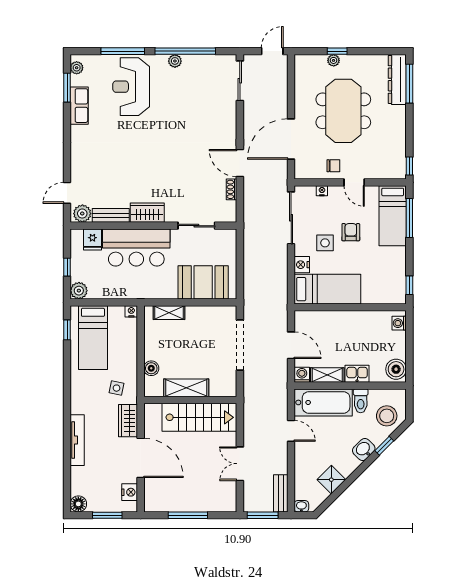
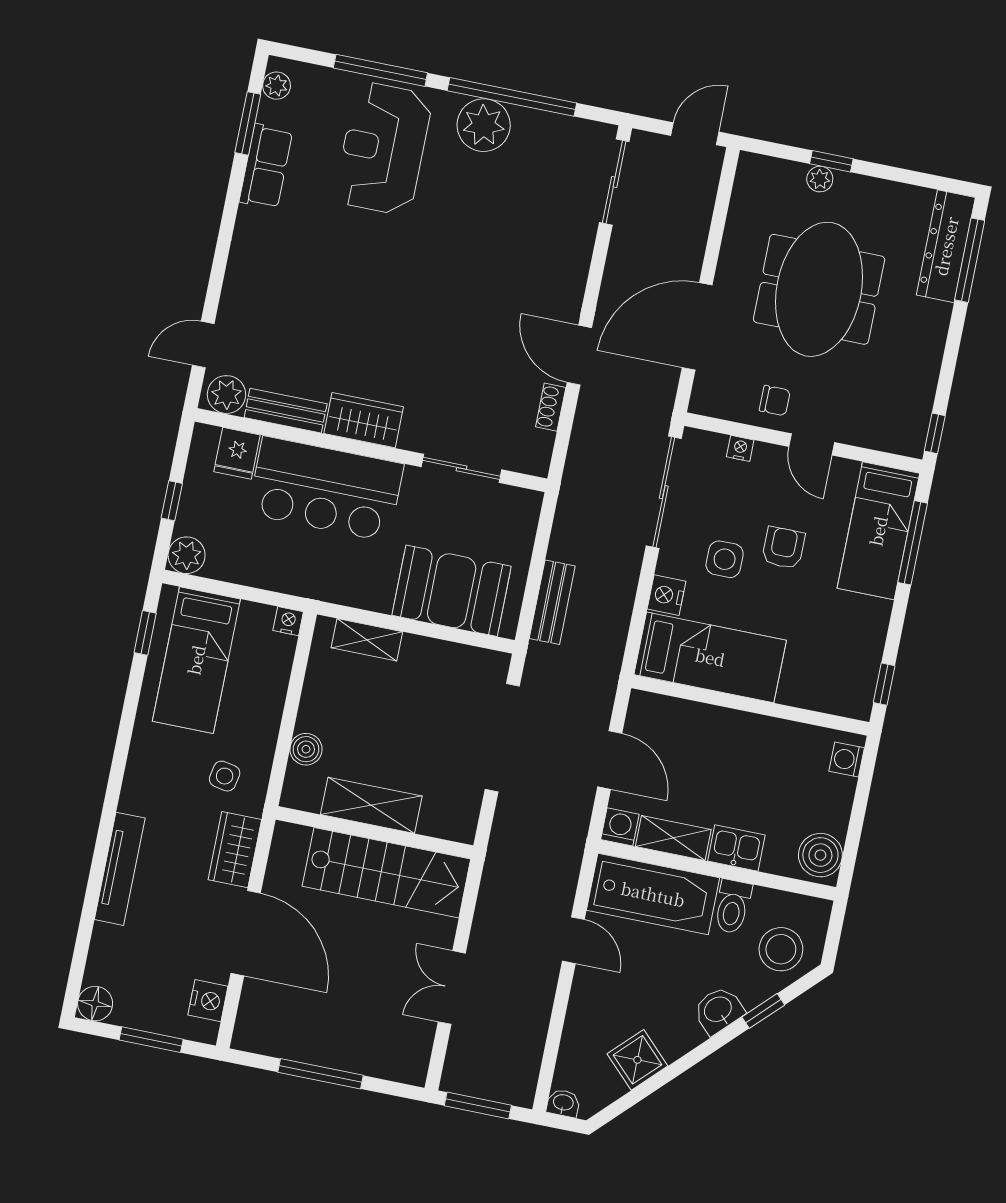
plant: (175, 61) -> (484, 125), width x1.88, depth x1.88
bench: (281, 493) -> (552, 602), moved

